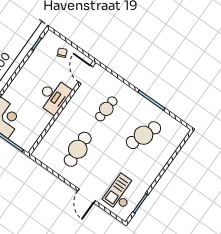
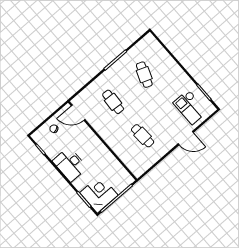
desk: (54, 96) -> (70, 164), moved, turned 180
cafe table: (143, 135) -> (144, 75), width x0.73, depth x0.74
cafe table: (78, 149) -> (143, 136), width x0.73, depth x0.74

